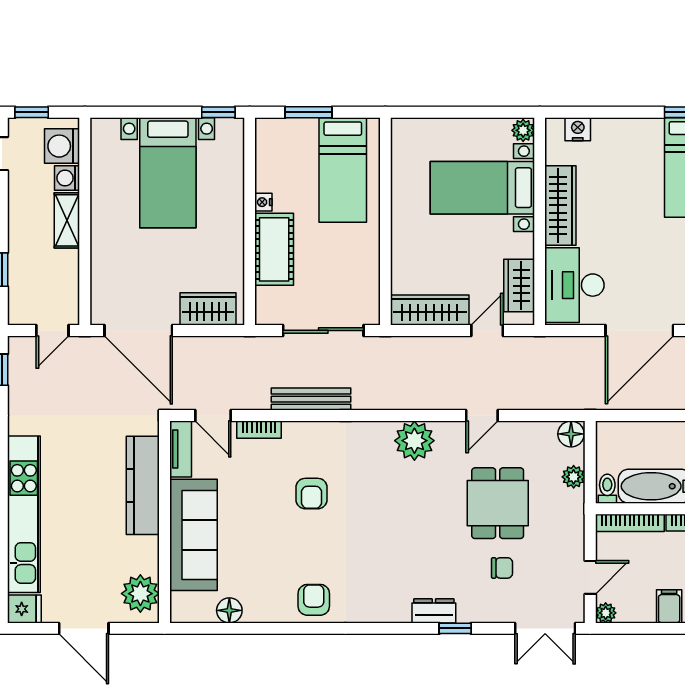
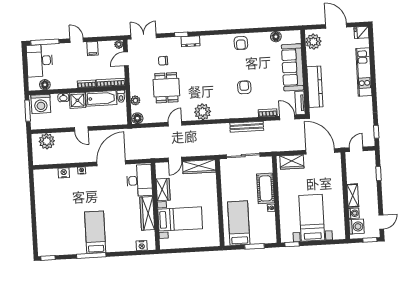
plant: (523, 130) -> (164, 244), removed
wardrobe: (519, 286) -> (163, 190), moved
kitchen unit: (24, 514) -> (364, 72), width x0.73

